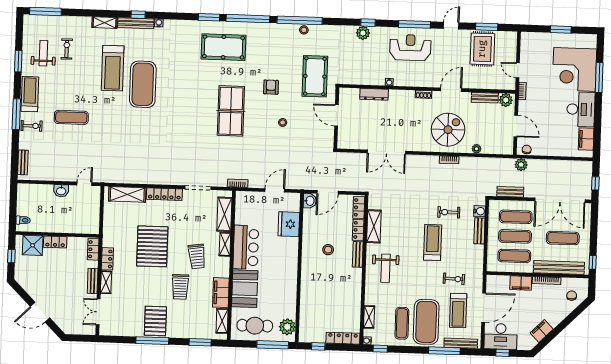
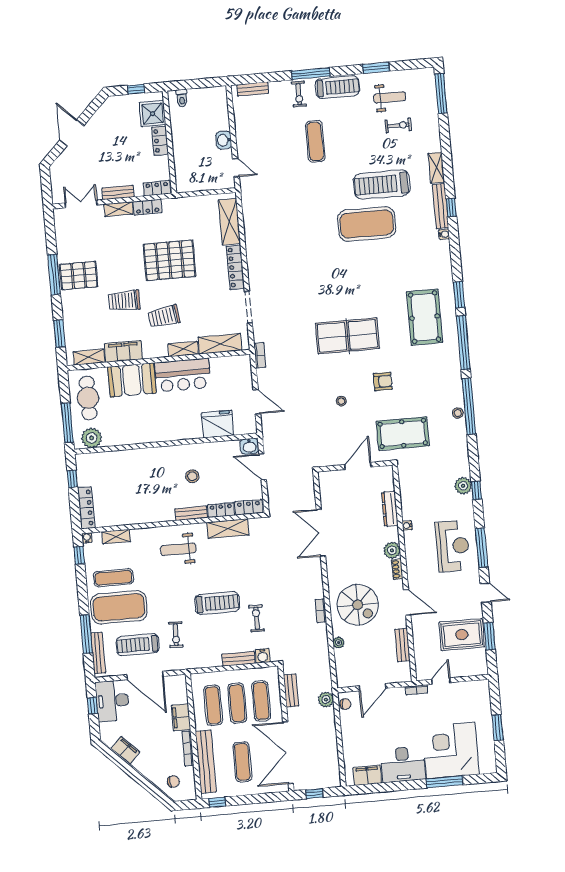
plant: (506, 100) -> (392, 550), moved

